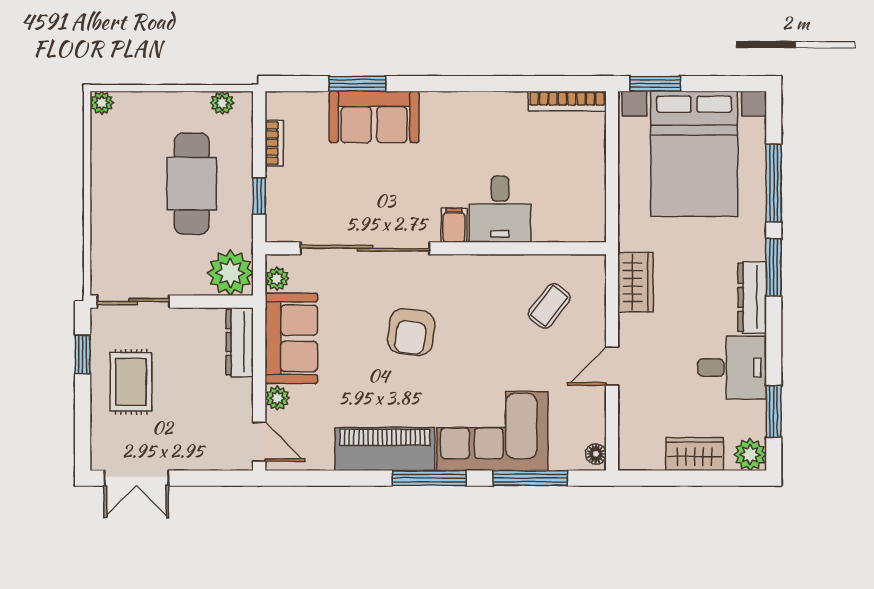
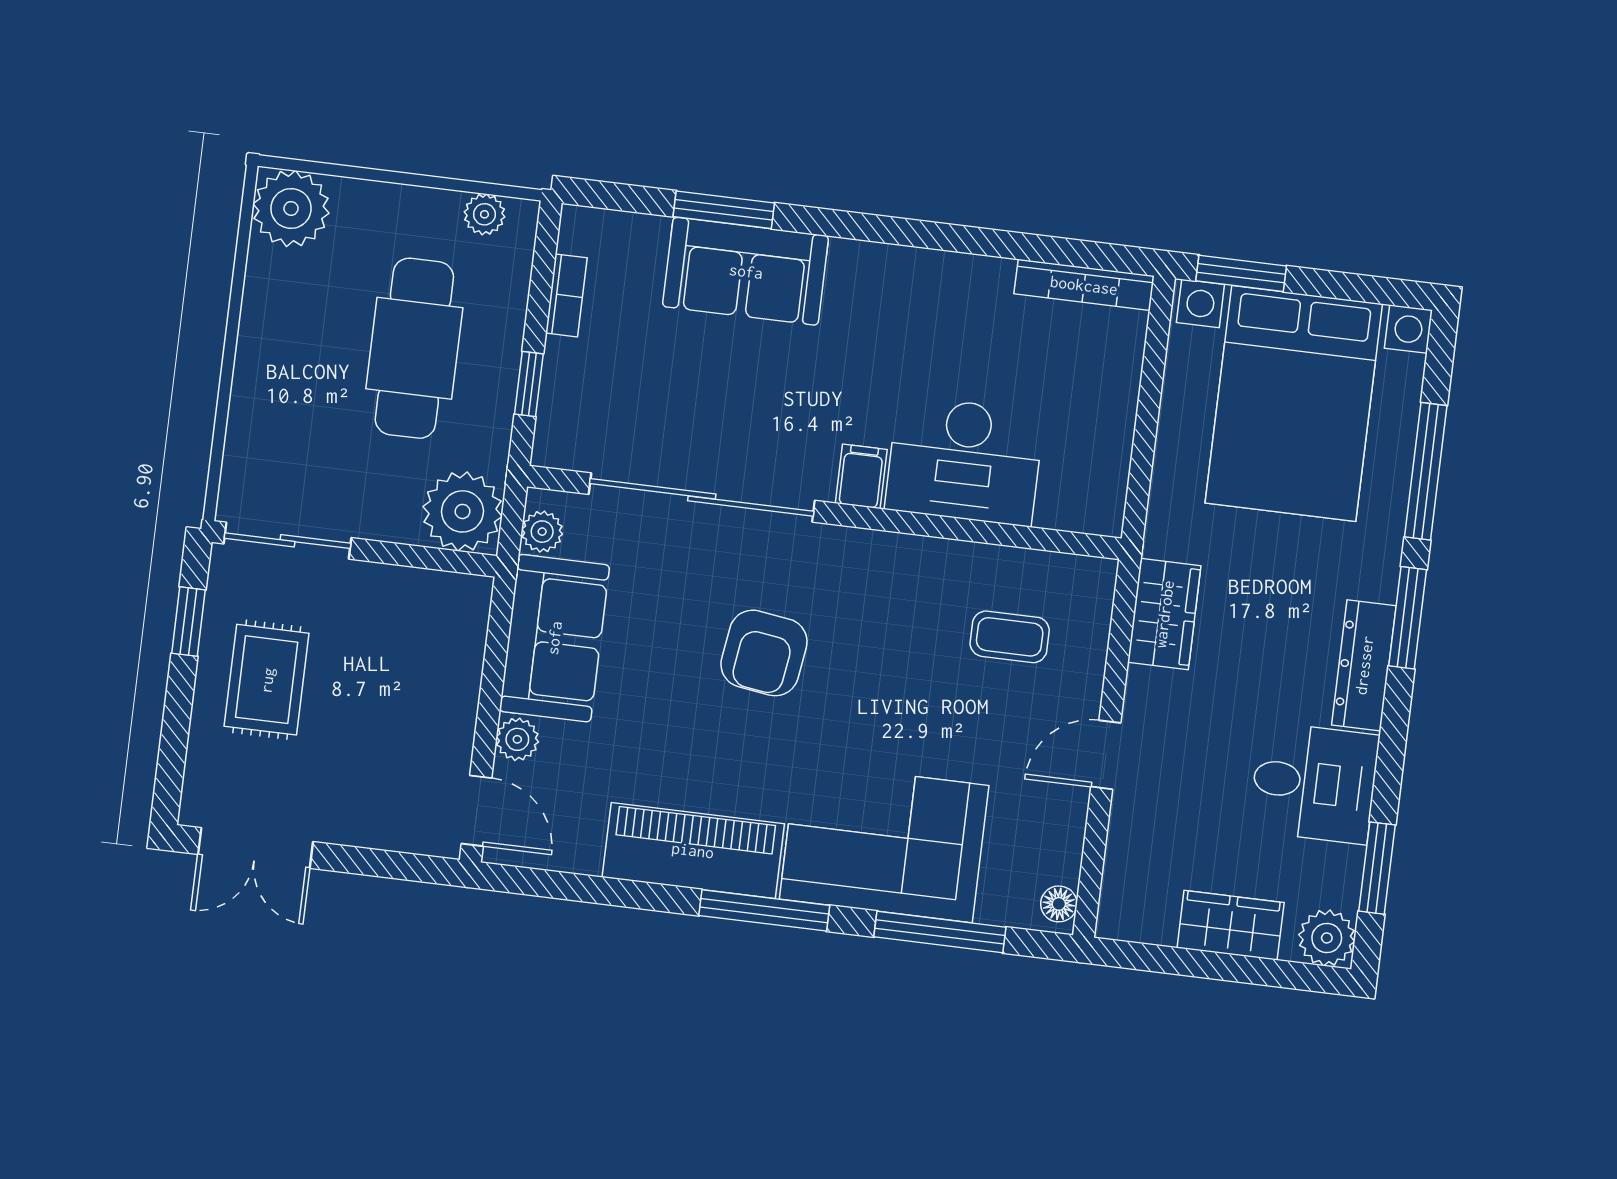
plant: (102, 103) -> (291, 208), width x1.87, depth x1.87
desk: (500, 209) -> (964, 461), width x1.37
coffee table: (549, 306) -> (1010, 637), turned 52
dresser: (240, 342) -> (464, 634), removed

